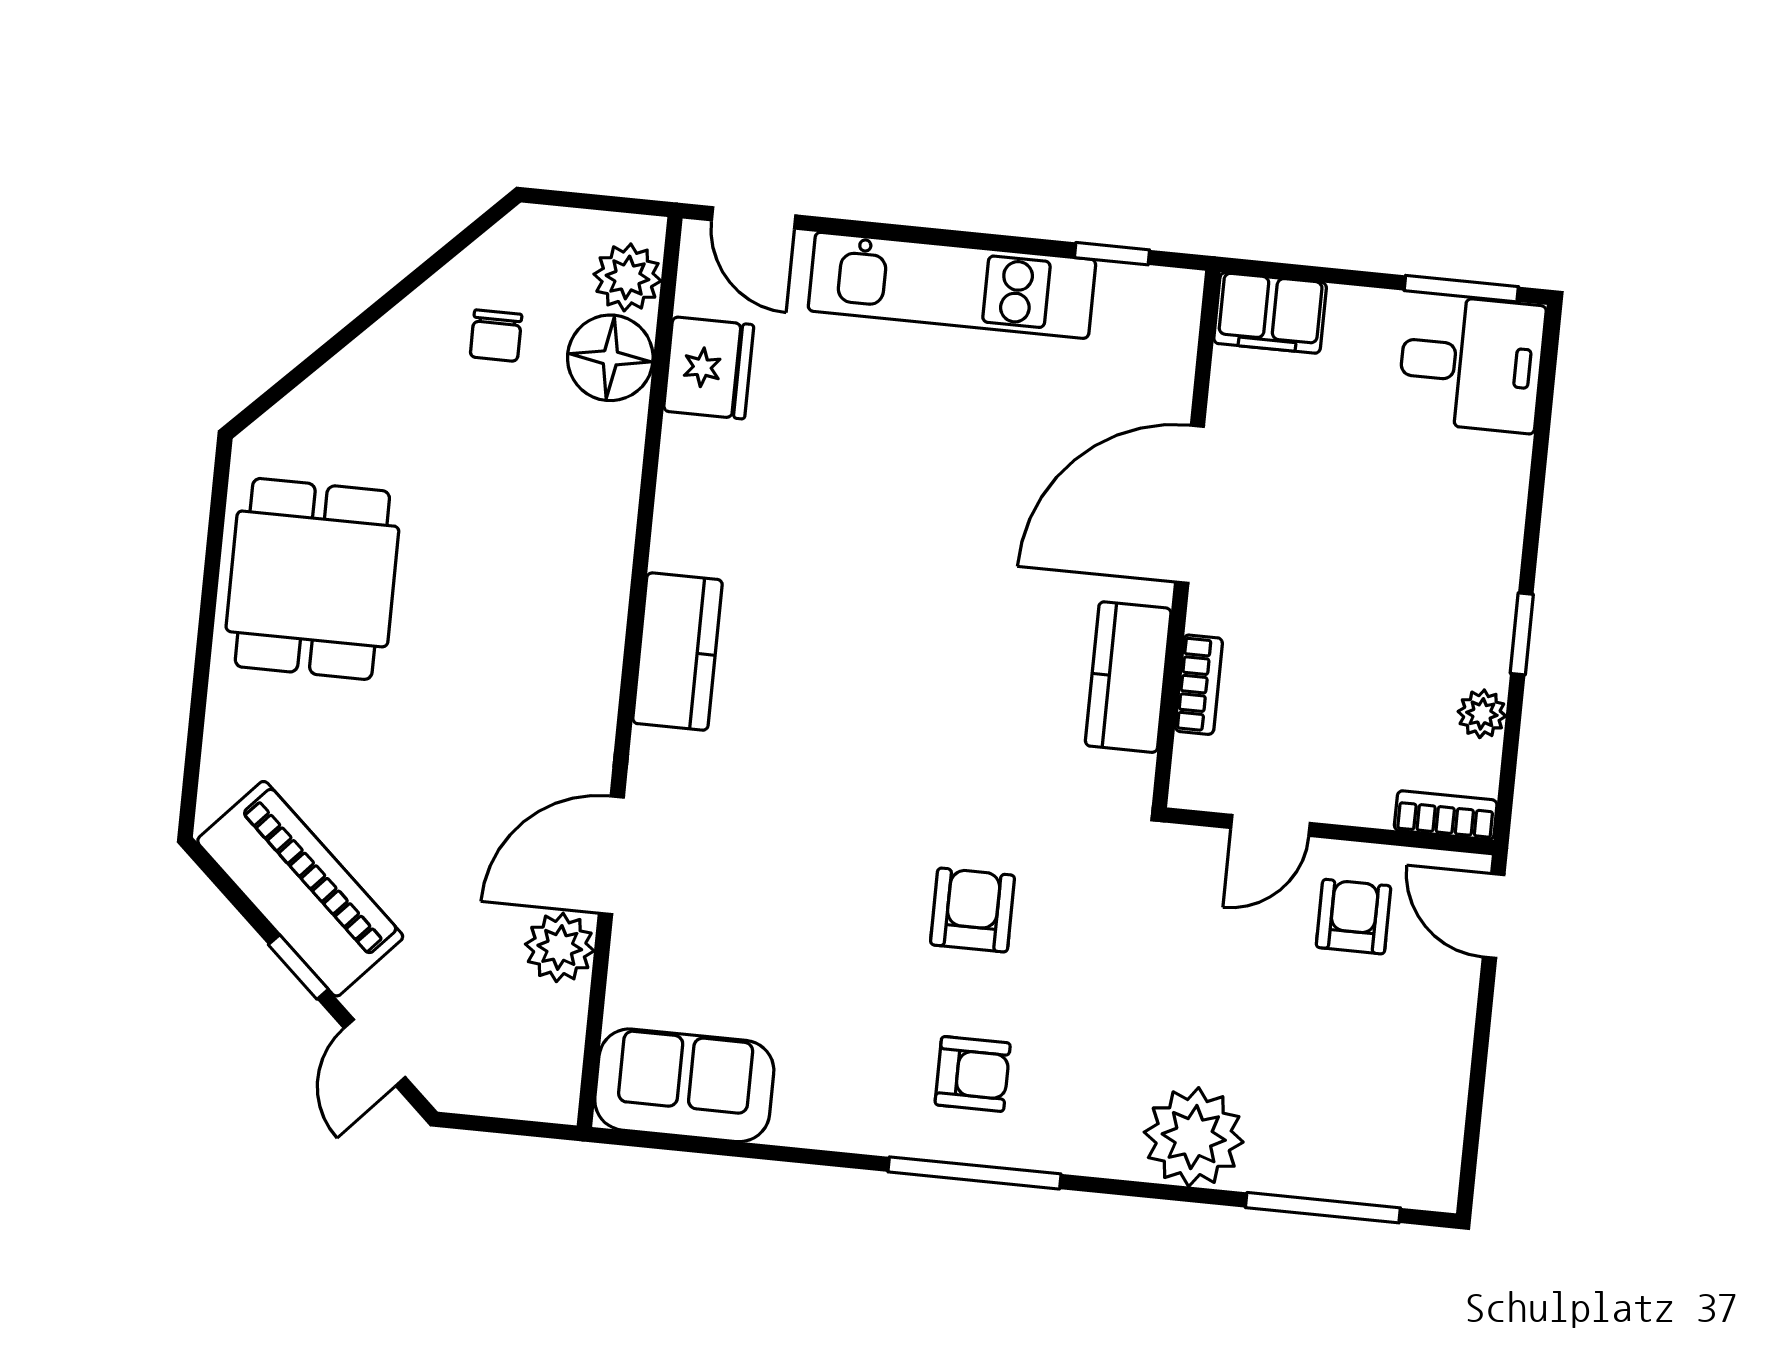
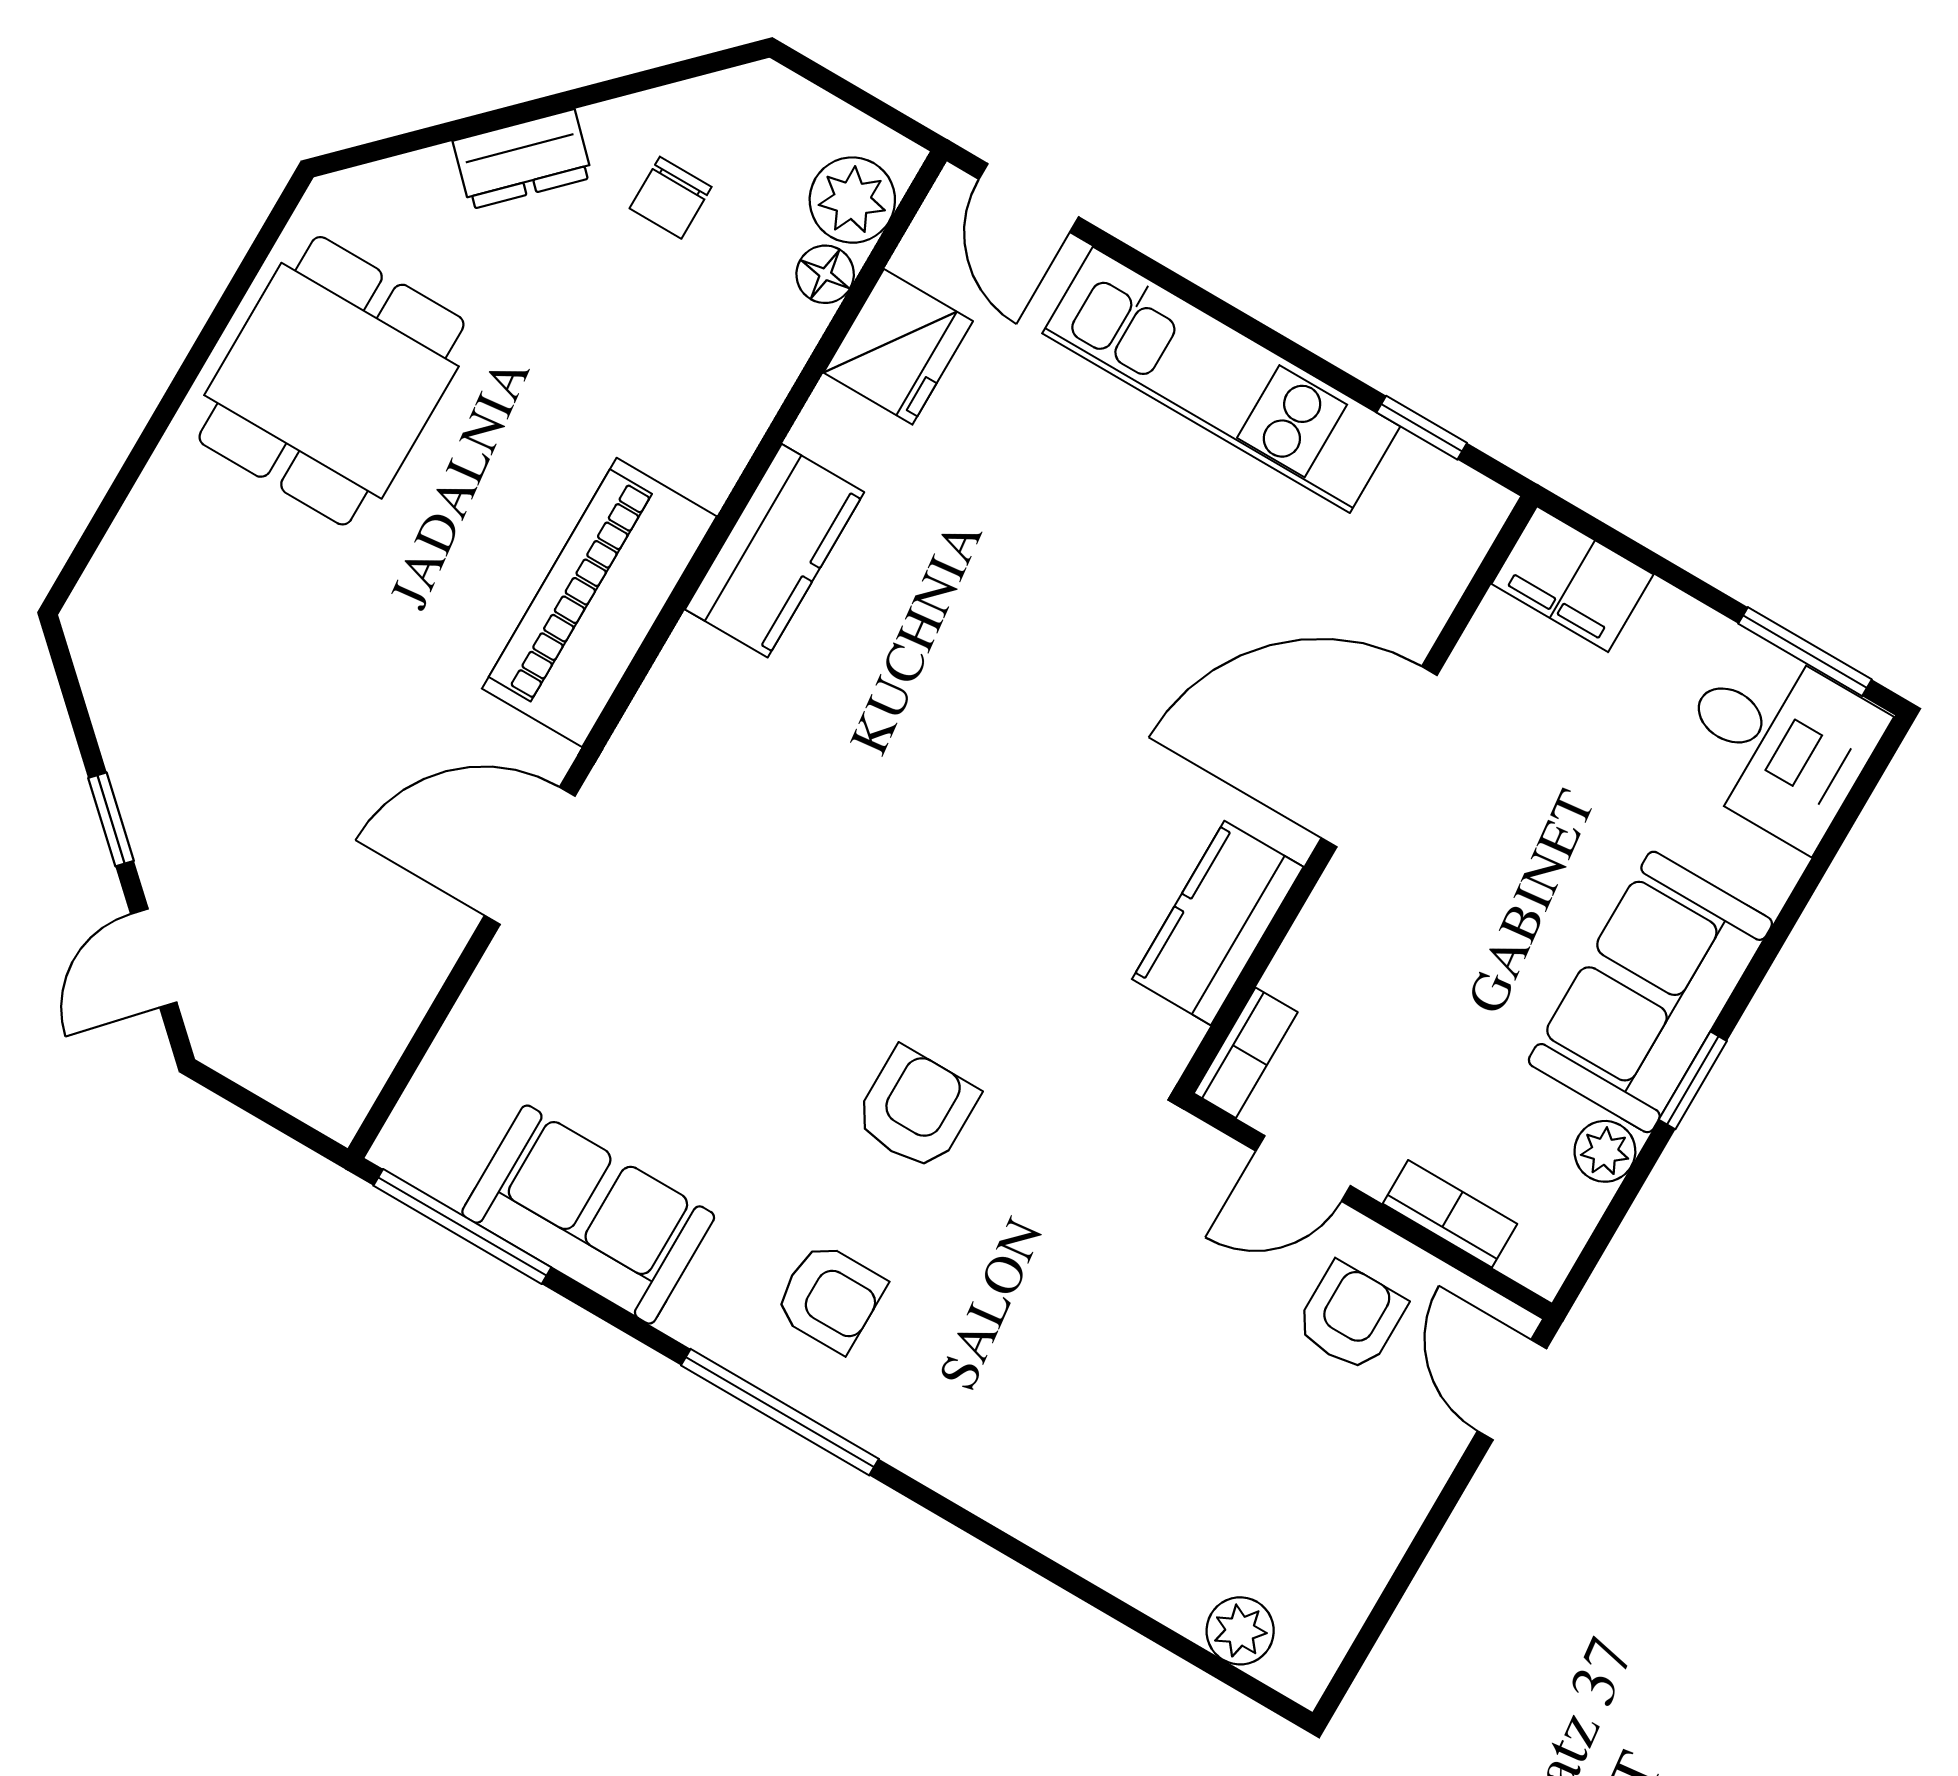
dresser: (377, 357) -> (523, 159), added
floor lamp: (610, 358) -> (825, 274), width x0.53, depth x0.53
sofa: (1462, 584) -> (1650, 992), added
kitchen counter: (677, 652) -> (775, 551), moved
bookcase: (1199, 685) -> (1246, 1053), moved
bookcase: (1446, 815) -> (1450, 1214), moved
piano: (300, 889) -> (599, 602), moved, turned -133
plant: (560, 947) -> (422, 935), removed
sofa: (684, 1085) -> (588, 1215), moved
plant: (1194, 1137) -> (1240, 1631), moved, width x0.53, depth x0.53
window: (1323, 1208) -> (462, 1227), moved

